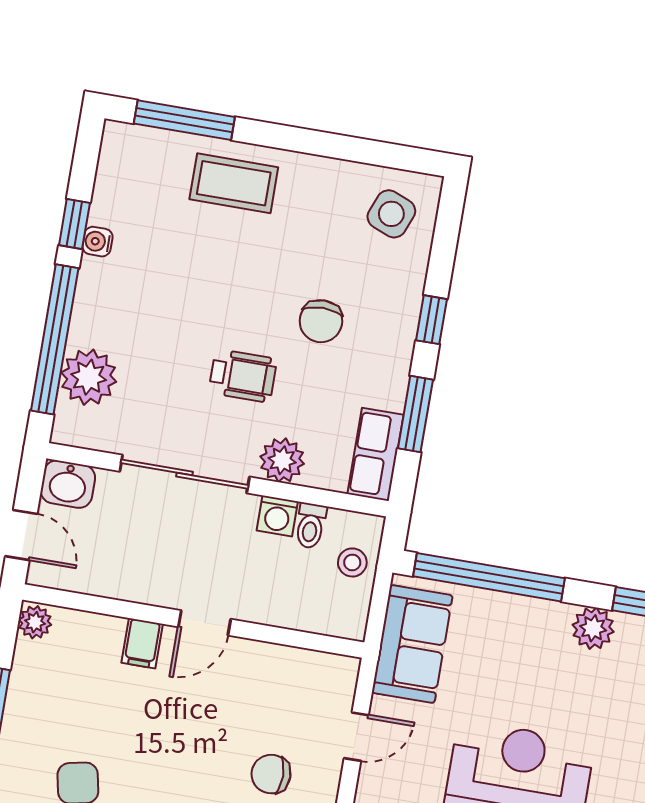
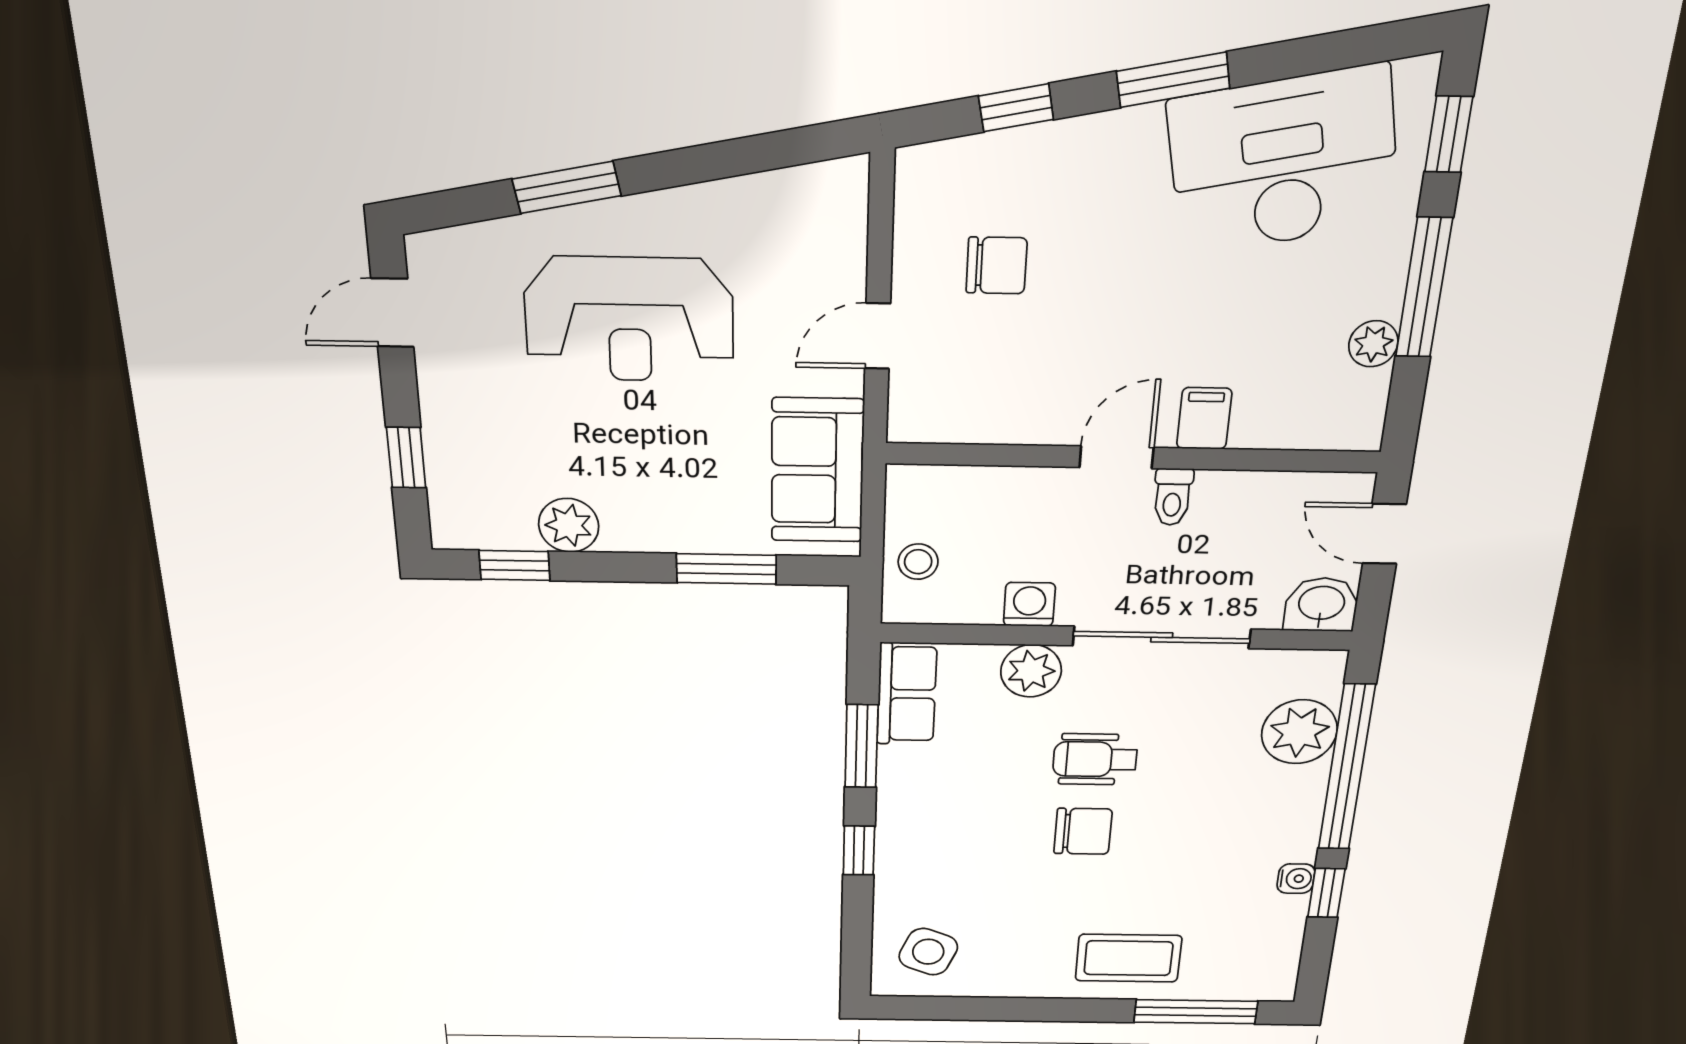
chair: (321, 321) -> (1083, 831), moved, turned 90
toilet: (311, 526) -> (1173, 497), moved, turned 180
window: (489, 577) -> (726, 569), width x0.47
plant: (35, 622) -> (1373, 344), moved

